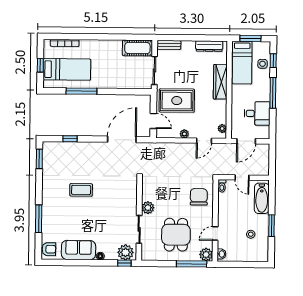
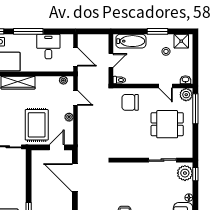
plant: (148, 208) -> (141, 152), removed
shower: (261, 250) -> (181, 41), added

